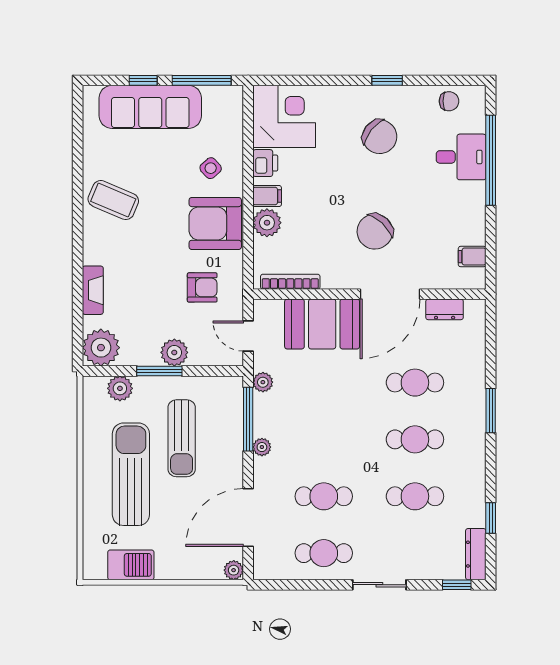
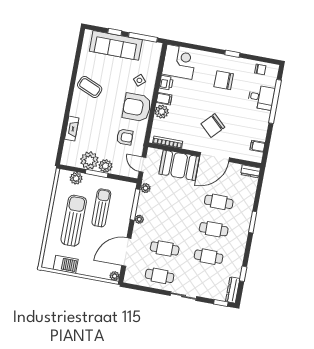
chair: (380, 137) -> (224, 80), turned 142
dresser: (445, 309) -> (250, 171), moved
plant: (101, 348) -> (89, 160), moved
sun lounger: (182, 438) -> (101, 208), turned 180

